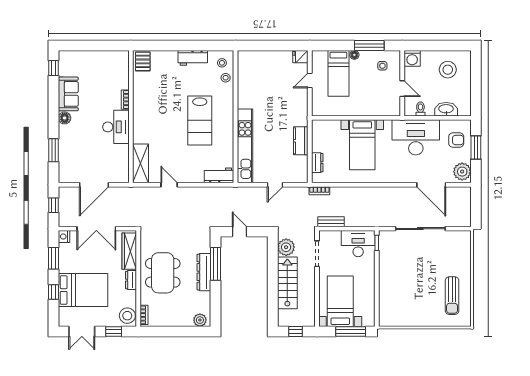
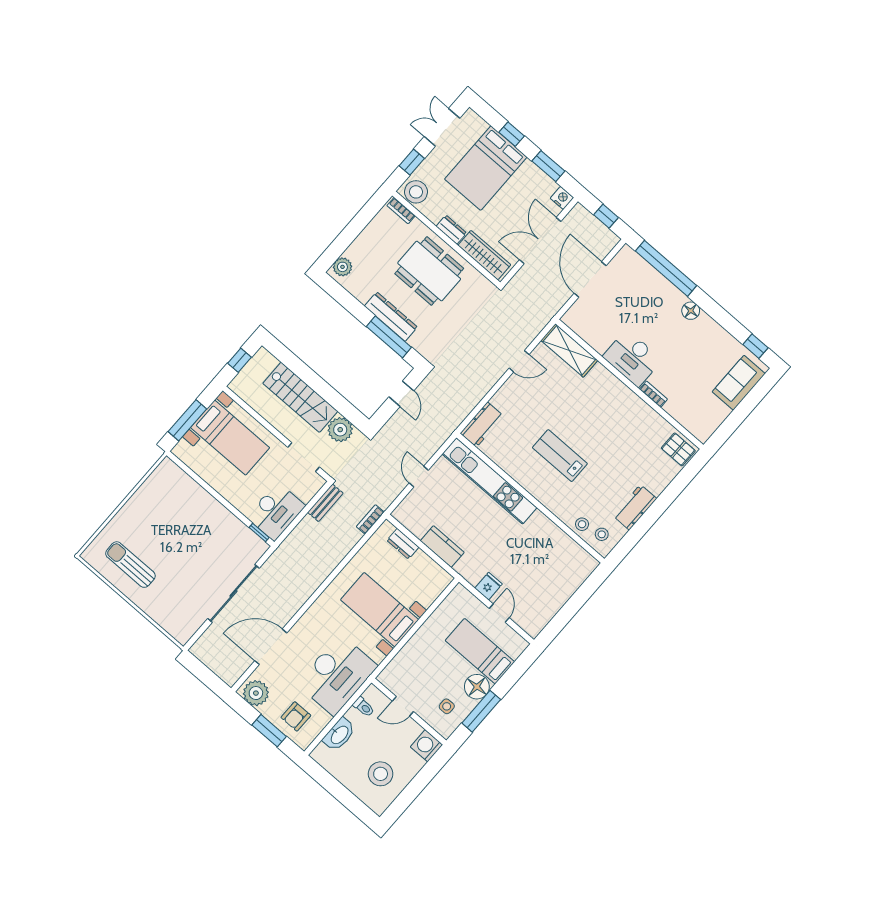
floor lamp: (354, 55) -> (477, 687), width x1.89, depth x1.89
fridge: (300, 57) -> (489, 586), moved
sofa: (68, 94) -> (739, 383), moved, turned 90
lab bench: (200, 121) -> (560, 456), width x0.73, depth x0.72
window: (54, 150) -> (666, 268), width x2.11
door: (240, 232) -> (401, 394), hinge flipped

